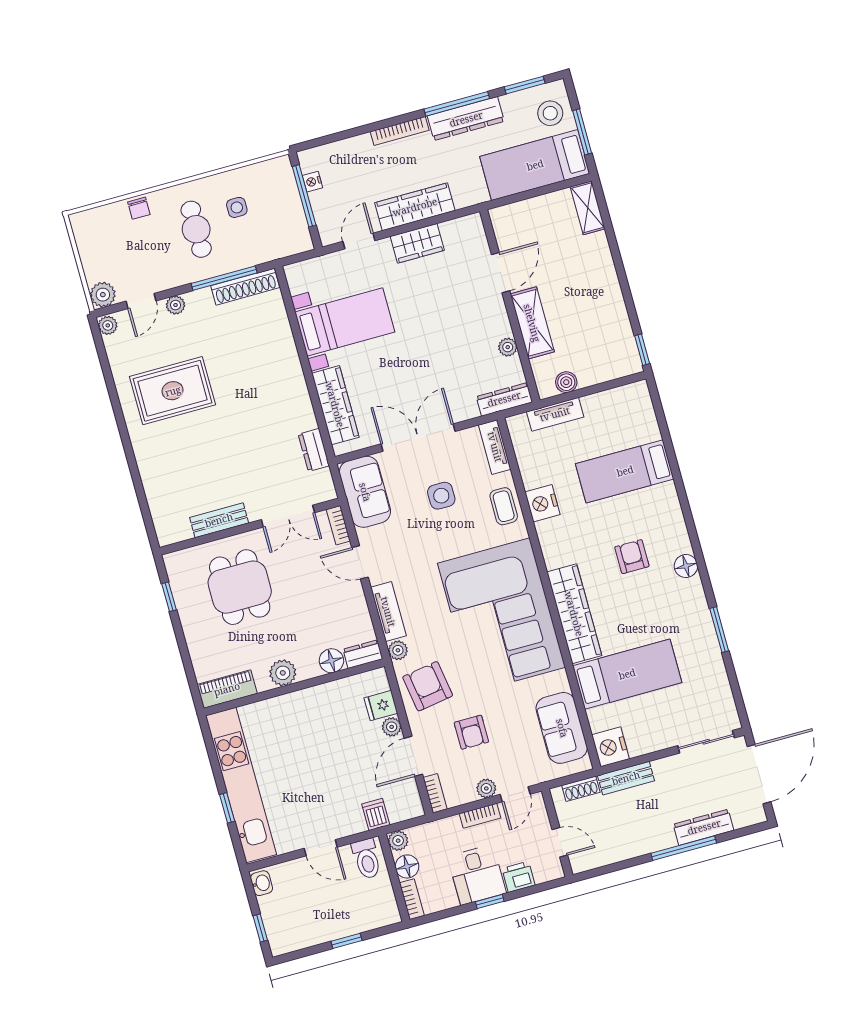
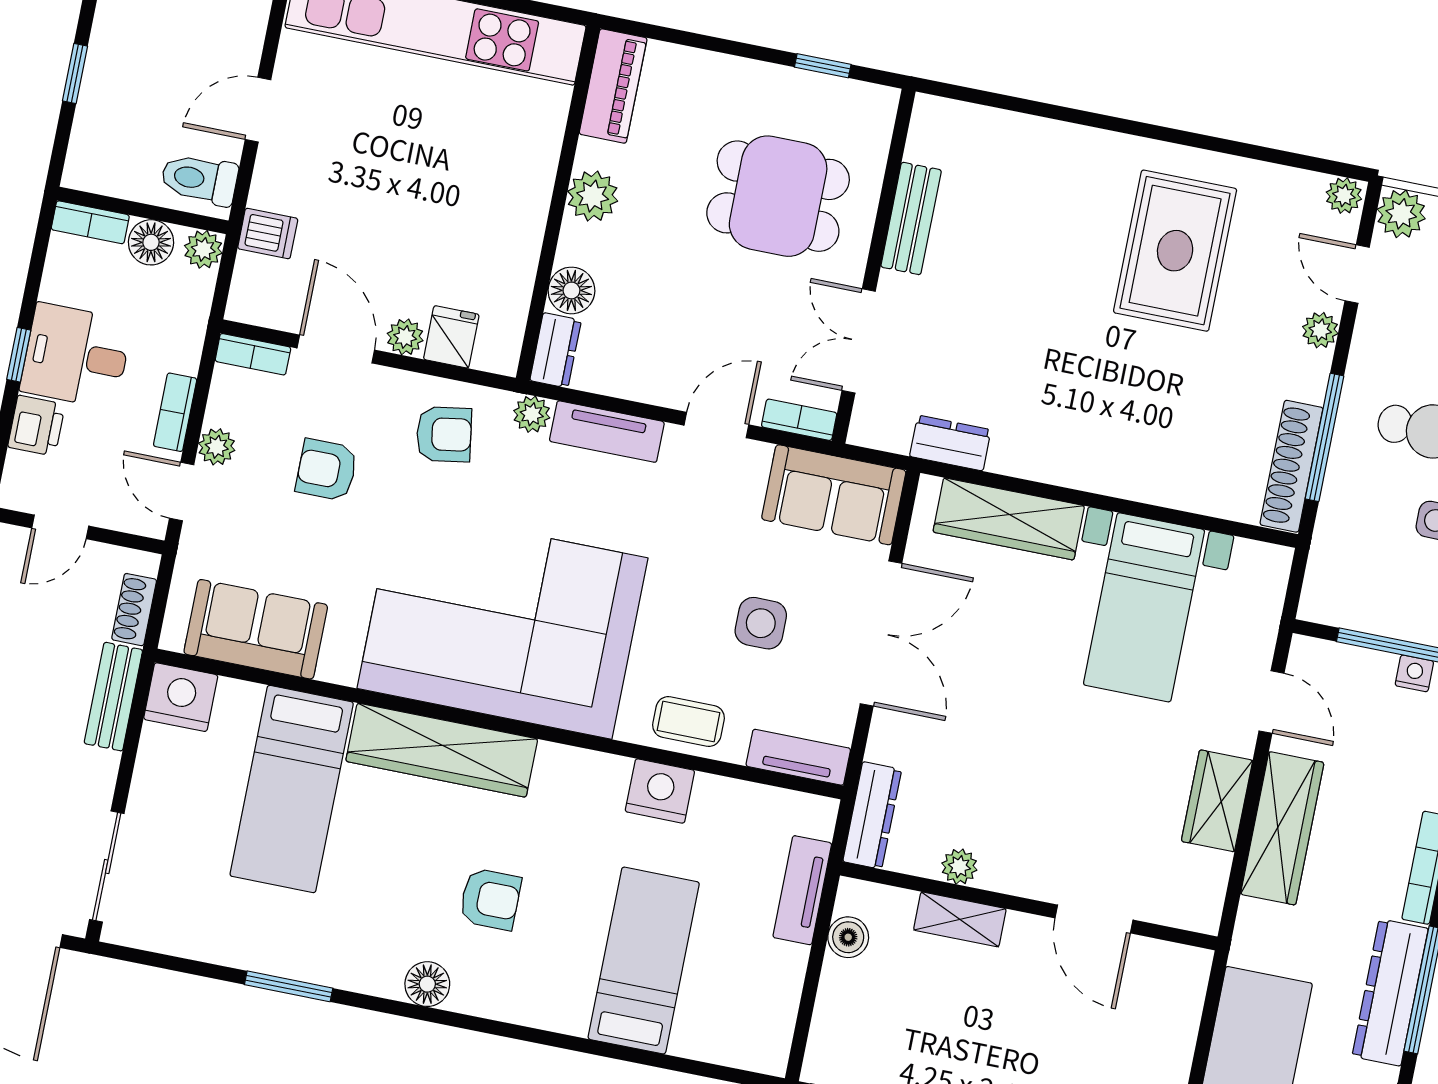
shelving: (532, 323) -> (960, 919), width x0.67, depth x0.75
armchair: (428, 686) -> (444, 434), width x0.72, depth x0.72

